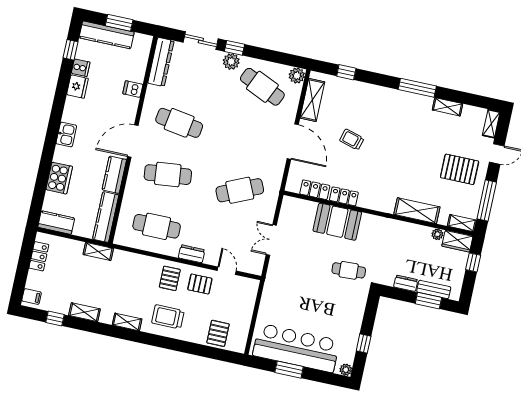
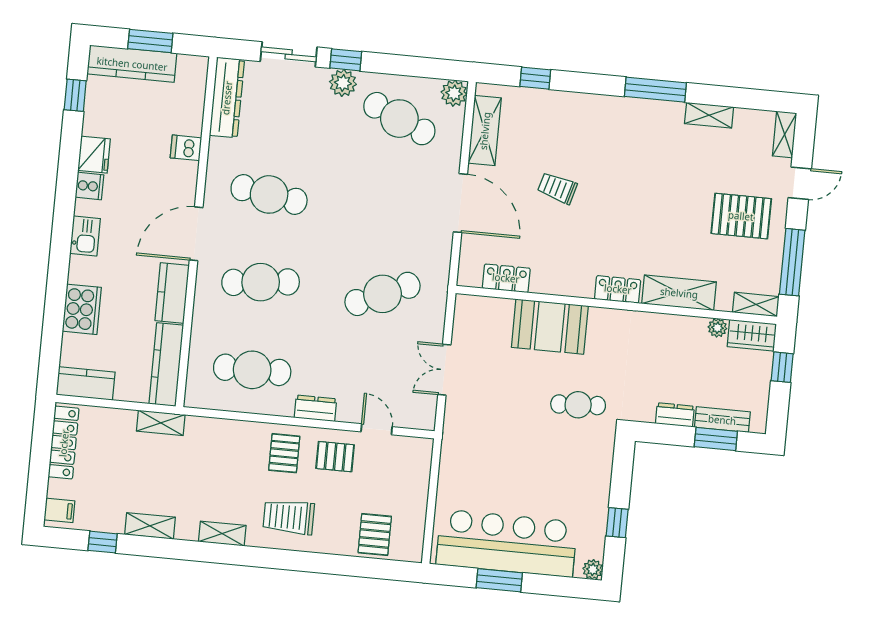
cooker: (81, 68) -> (89, 186), moved
locker: (344, 196) -> (618, 289), moved
locker: (39, 256) -> (64, 443), width x1.53

